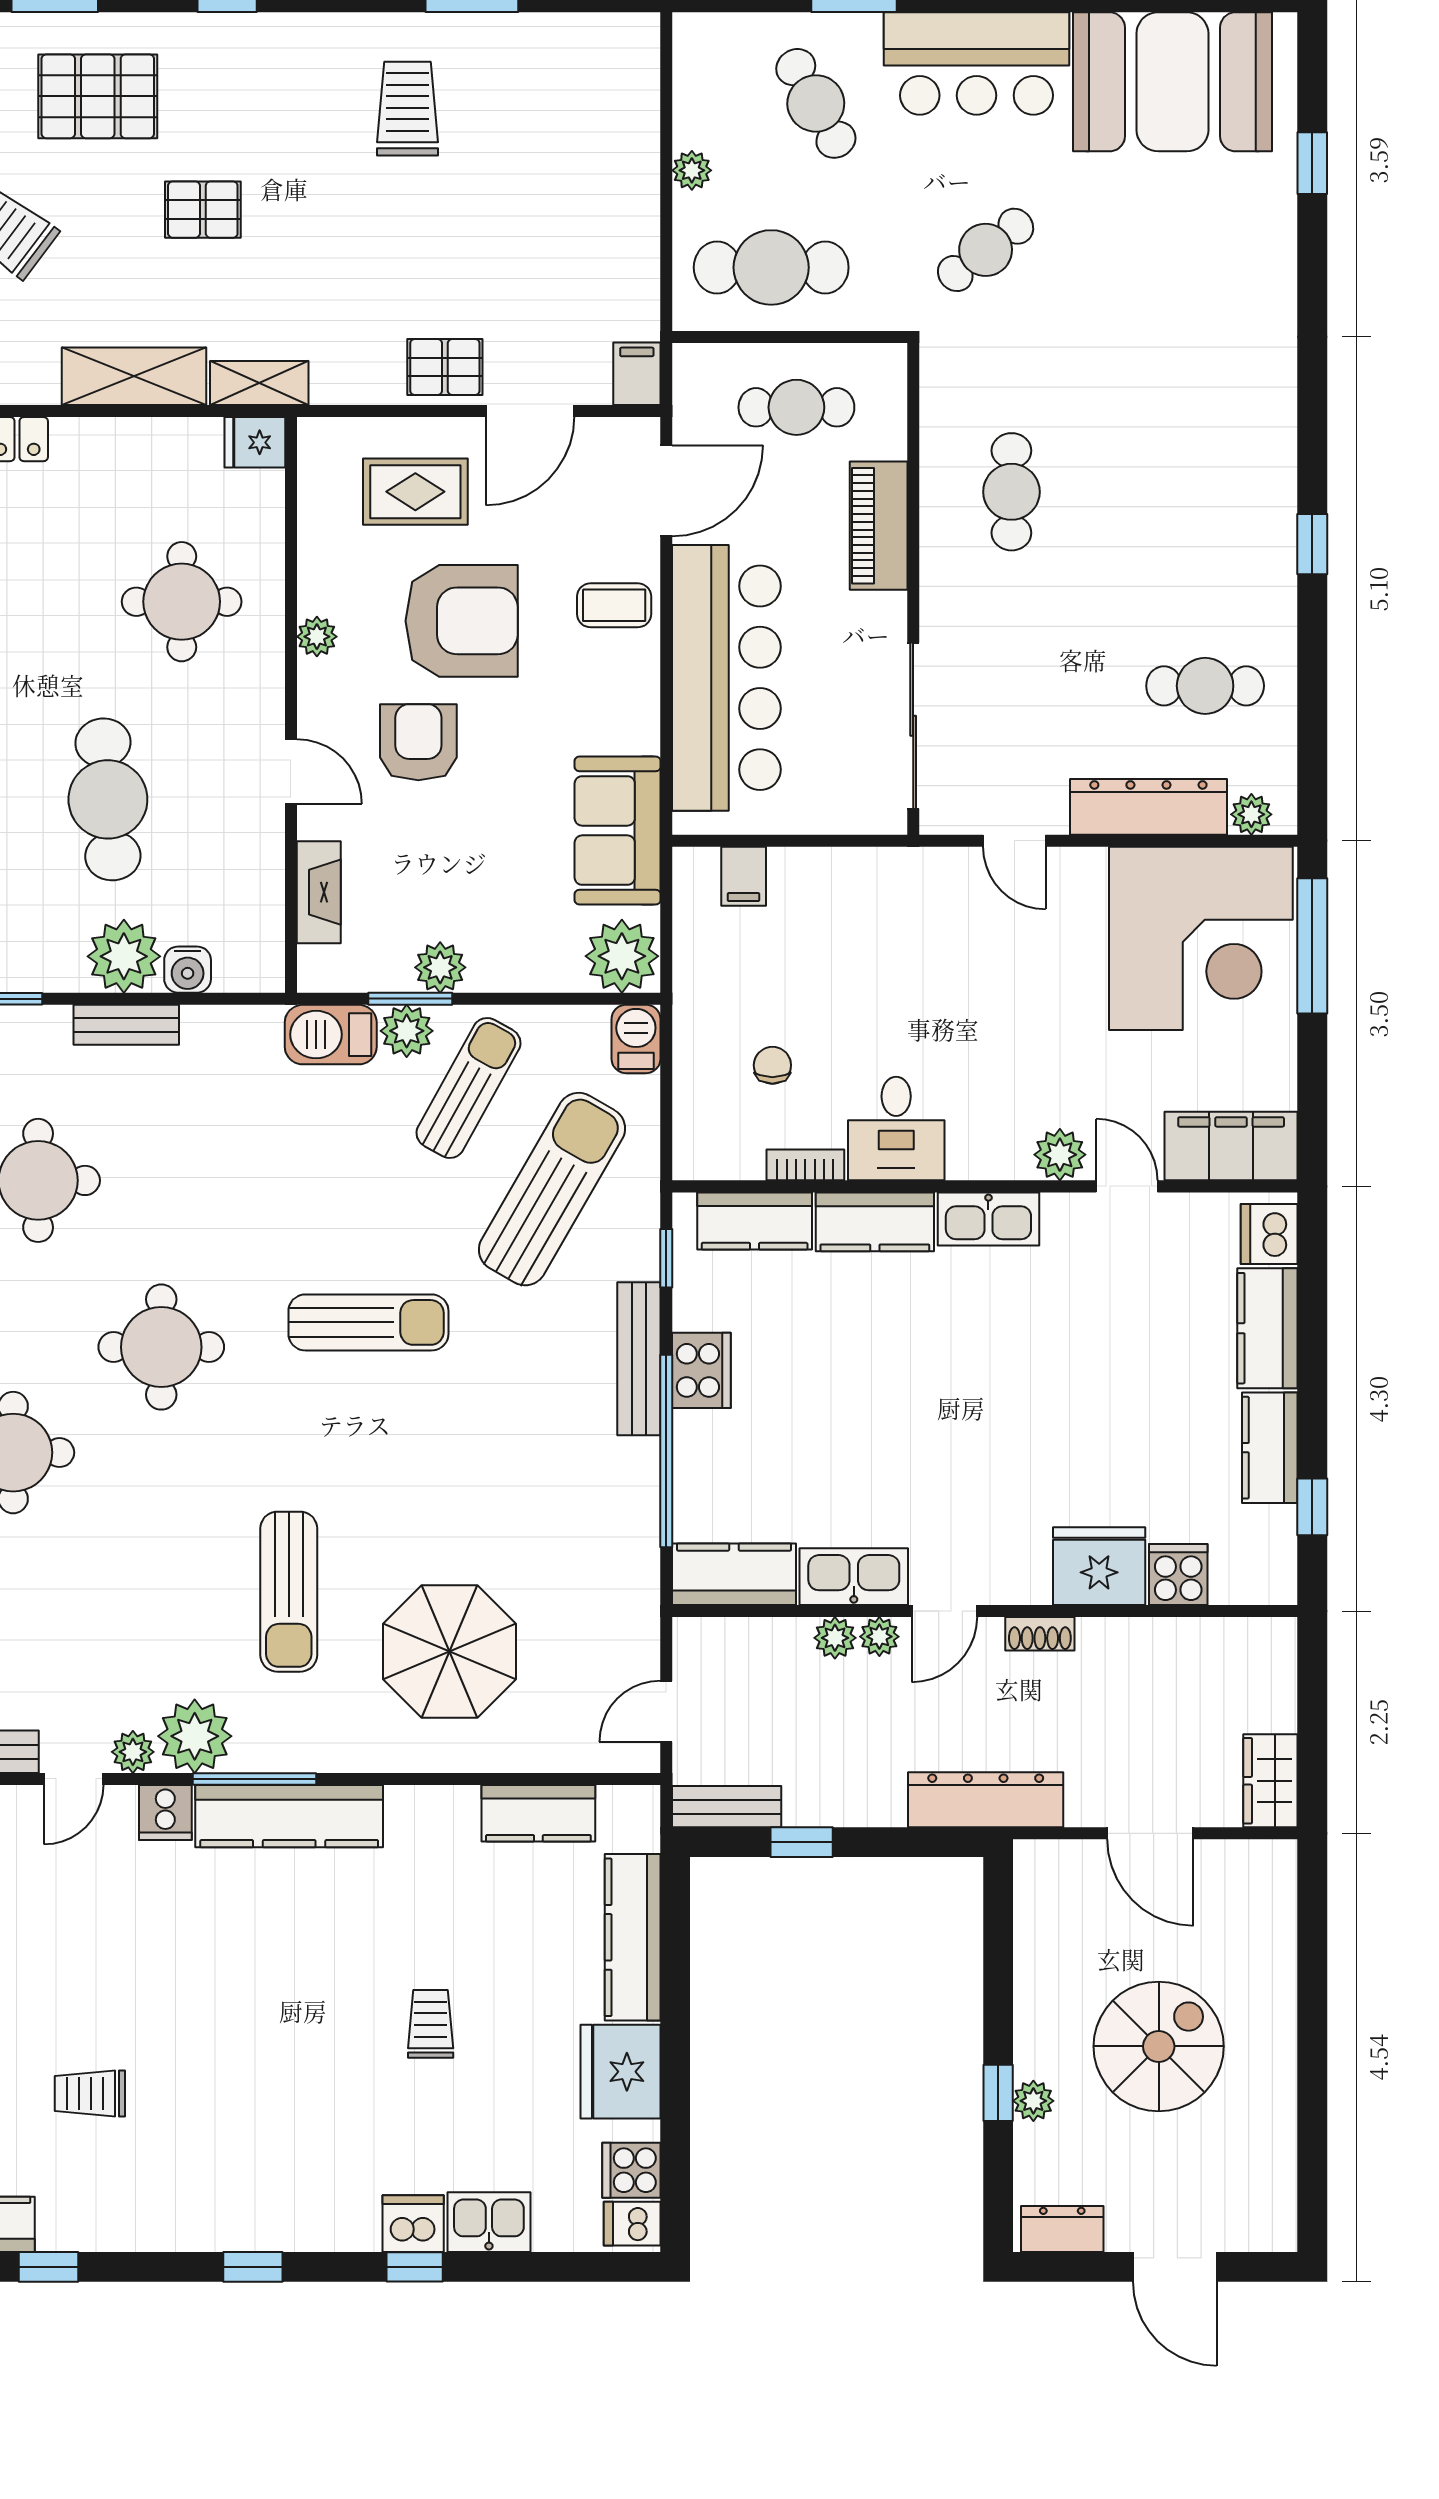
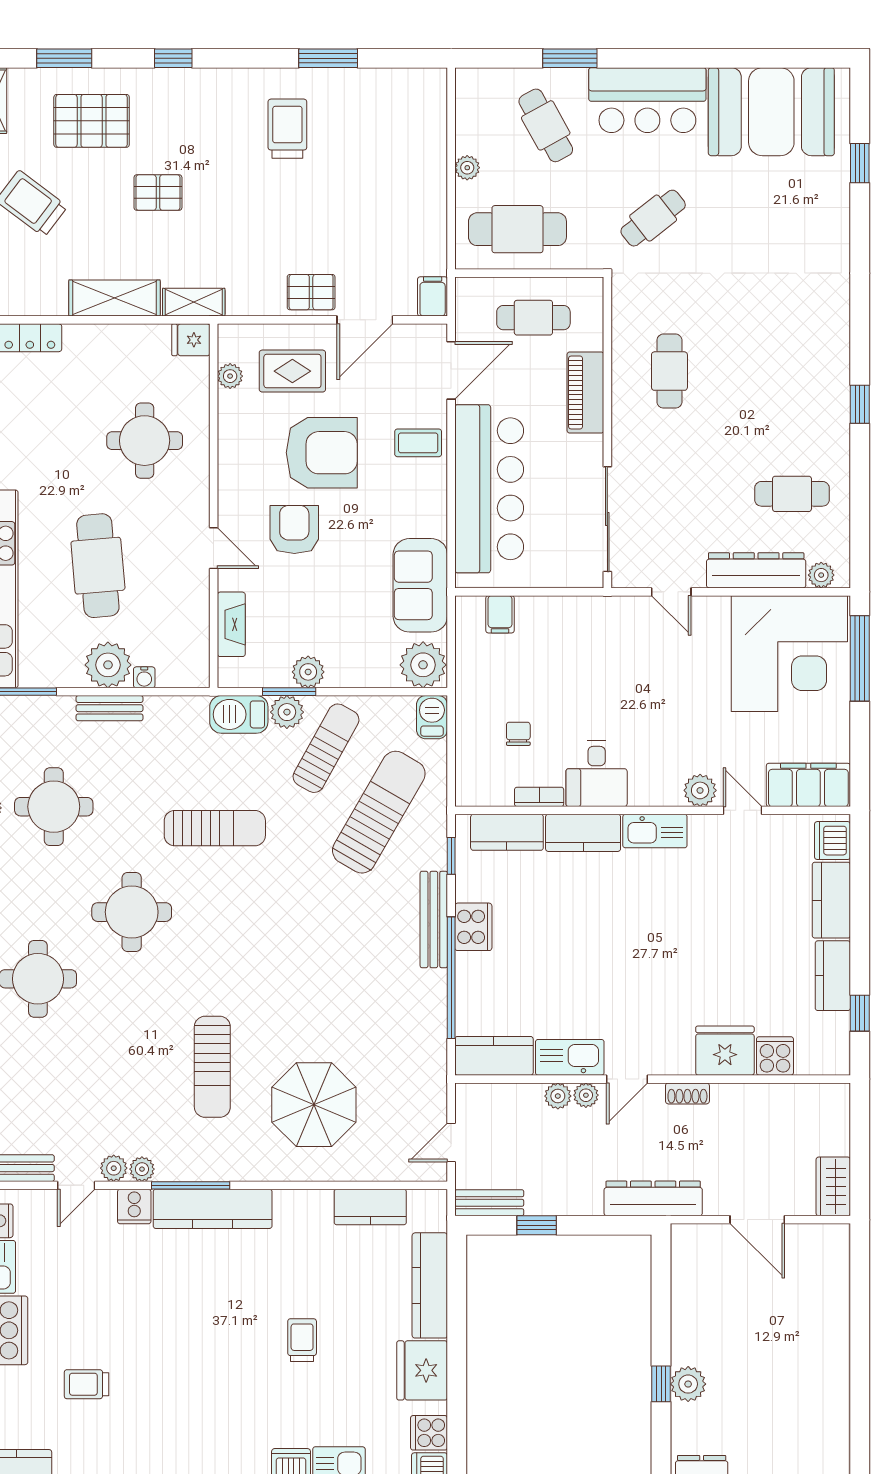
plant: (317, 637) -> (230, 376), moved
water cooler: (188, 970) -> (144, 677), width x0.72, depth x0.72
sun lounger: (368, 1322) -> (215, 828), moved
plant: (195, 1736) -> (142, 1169), width x0.53, depth x0.53
spiral stairs: (1159, 2046) -> (763, 1354), removed
plant: (1033, 2101) -> (688, 1384), width x1.38, depth x1.38

